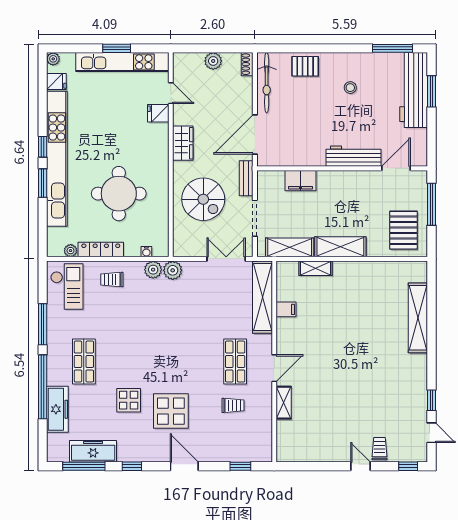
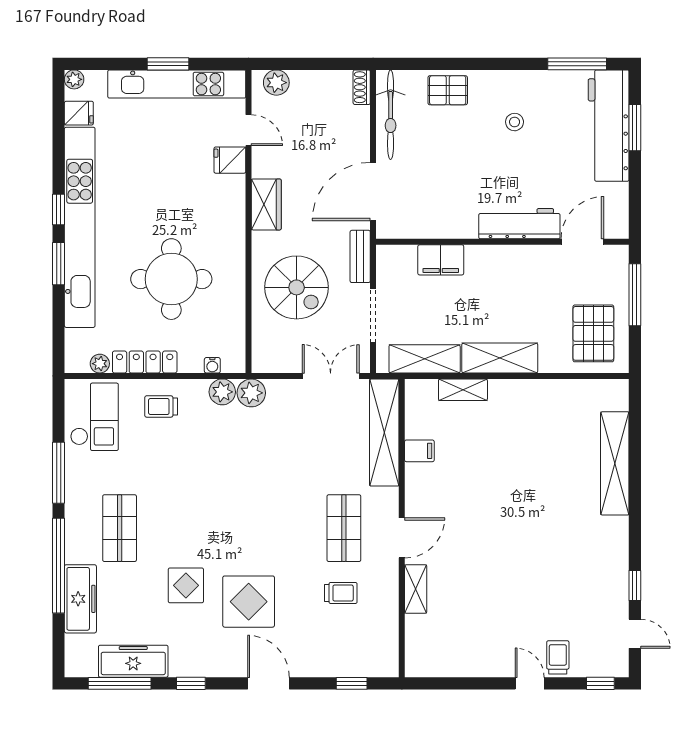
plant: (213, 61) -> (276, 83), moved

